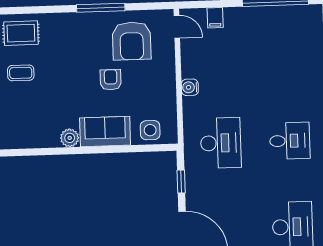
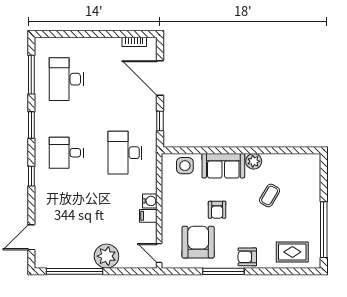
filing cabinet: (215, 18) -> (148, 216), moved, turned -90
plant: (238, 21) -> (106, 256), added
armchair: (73, 26) -> (247, 257), added
coffee table: (21, 73) -> (270, 196), moved, turned -59

